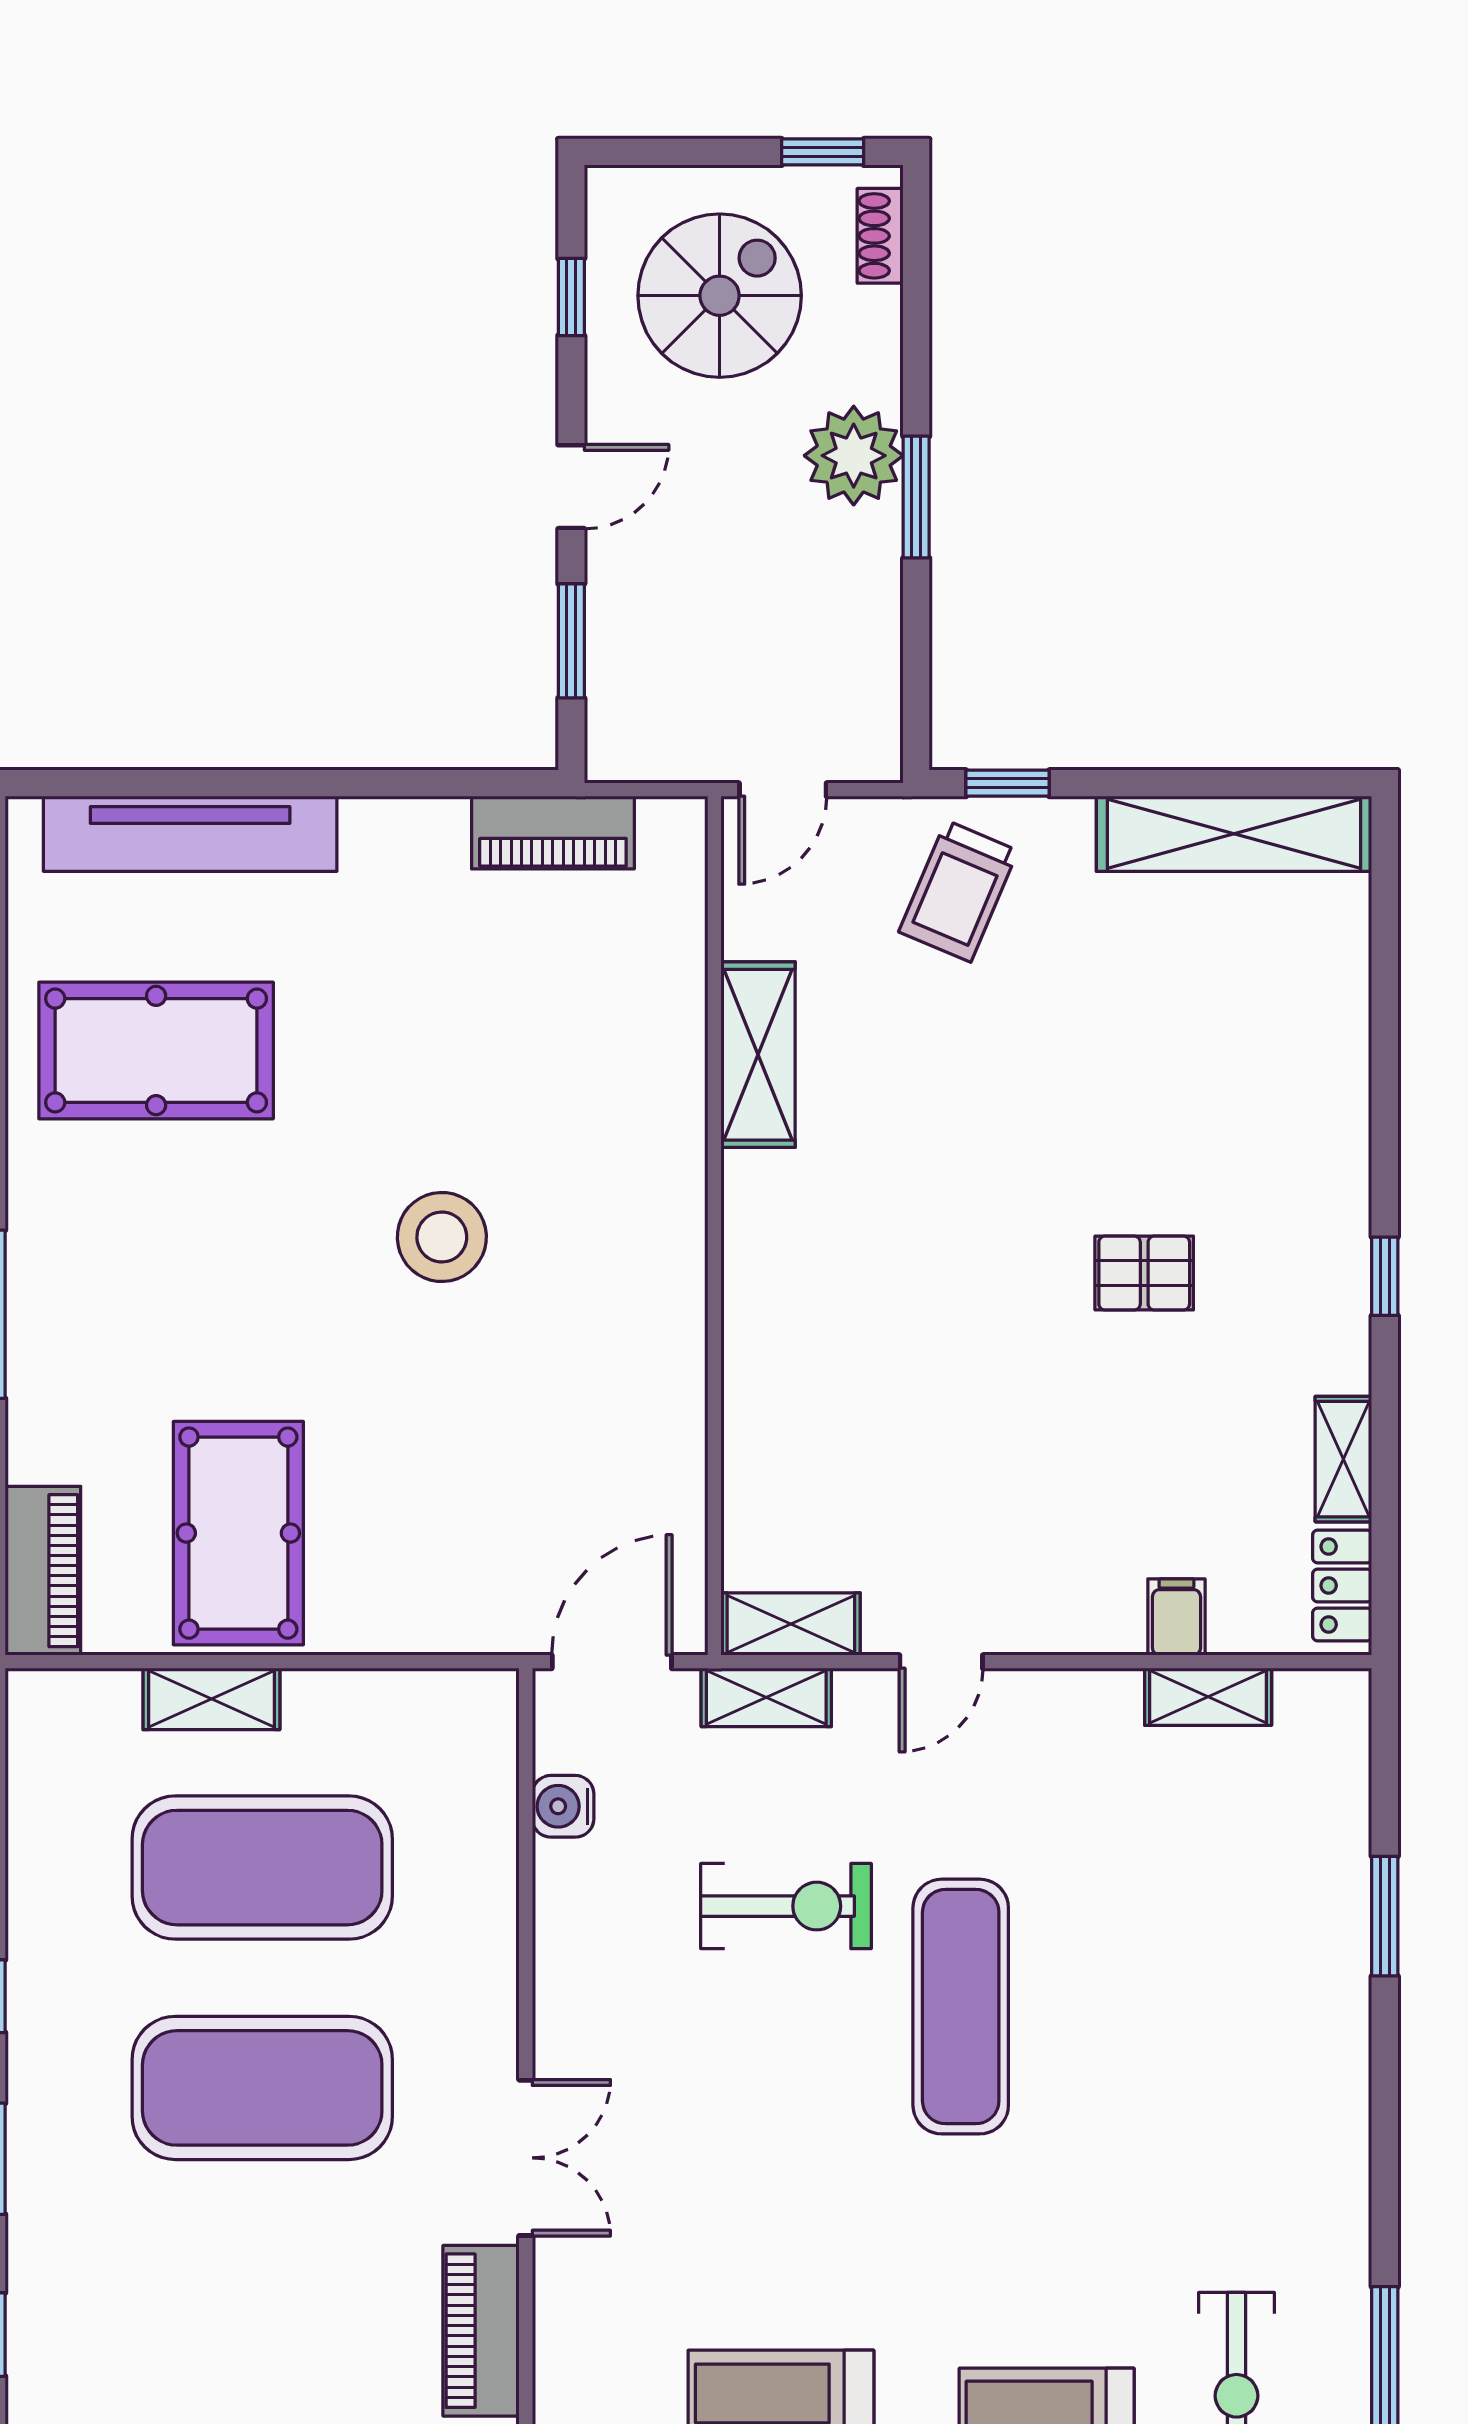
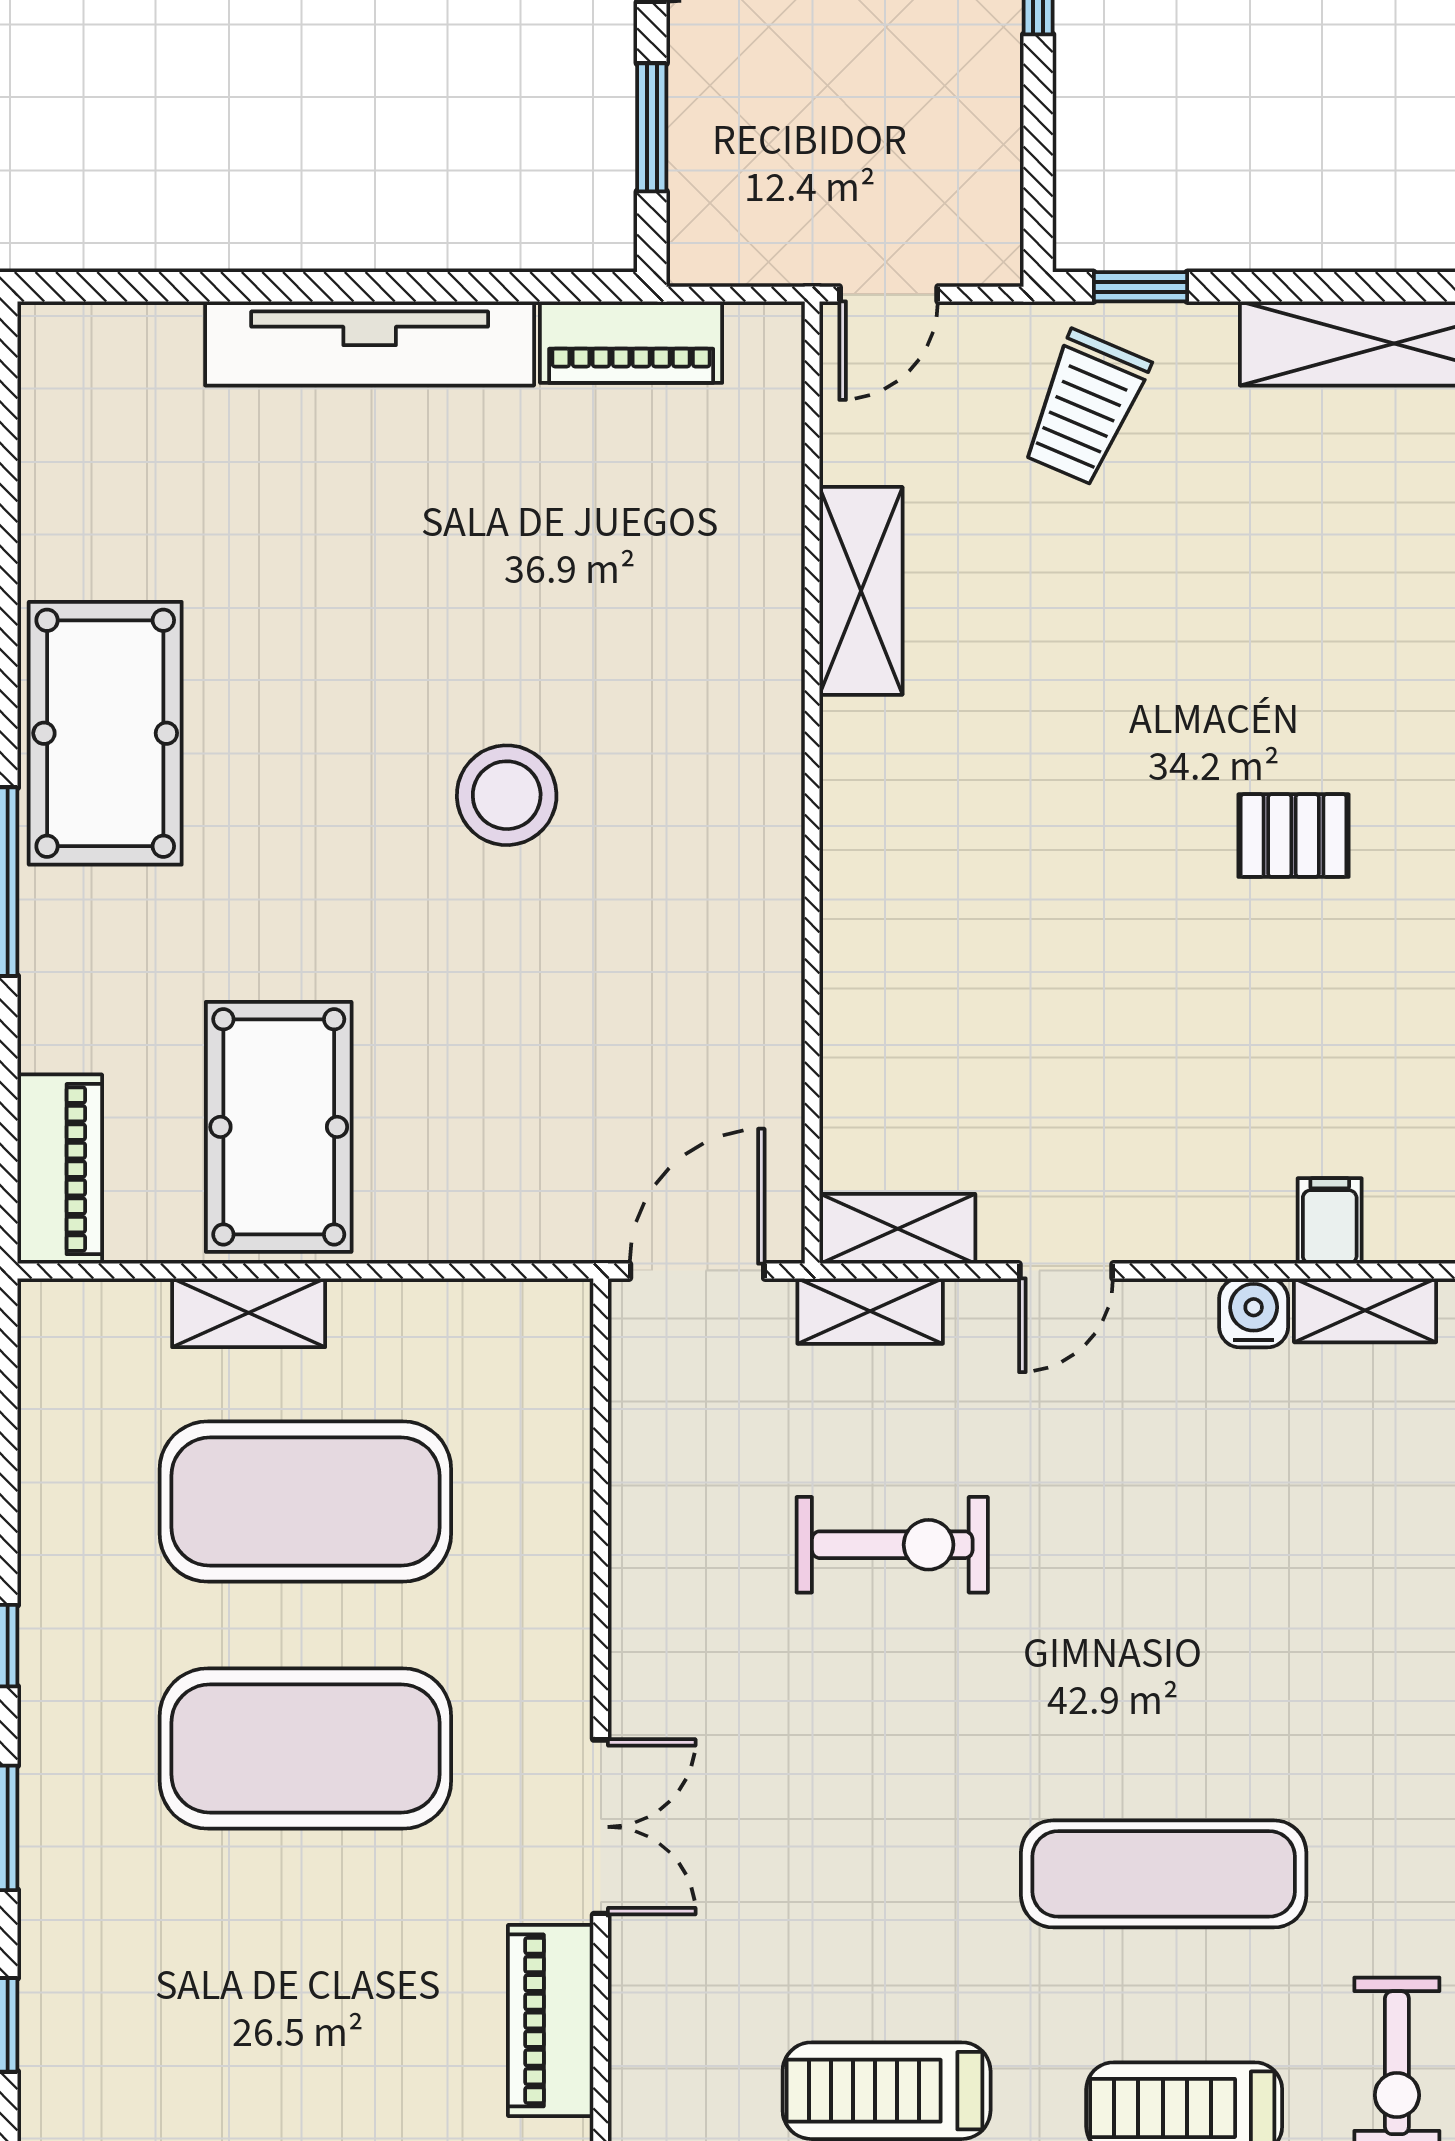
tv unit: (190, 834) -> (370, 343), moved
pool table: (156, 1050) -> (105, 733), moved, turned 90
water cooler: (563, 1806) -> (1254, 1313), moved, turned 90
exercise mat: (961, 2007) -> (1164, 1874), moved, turned 90

